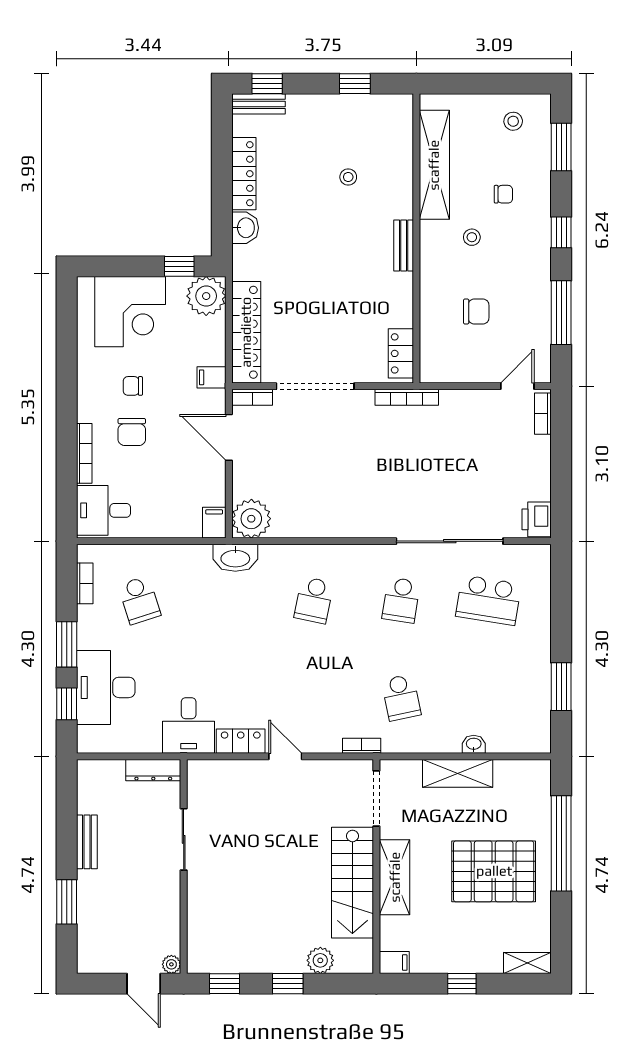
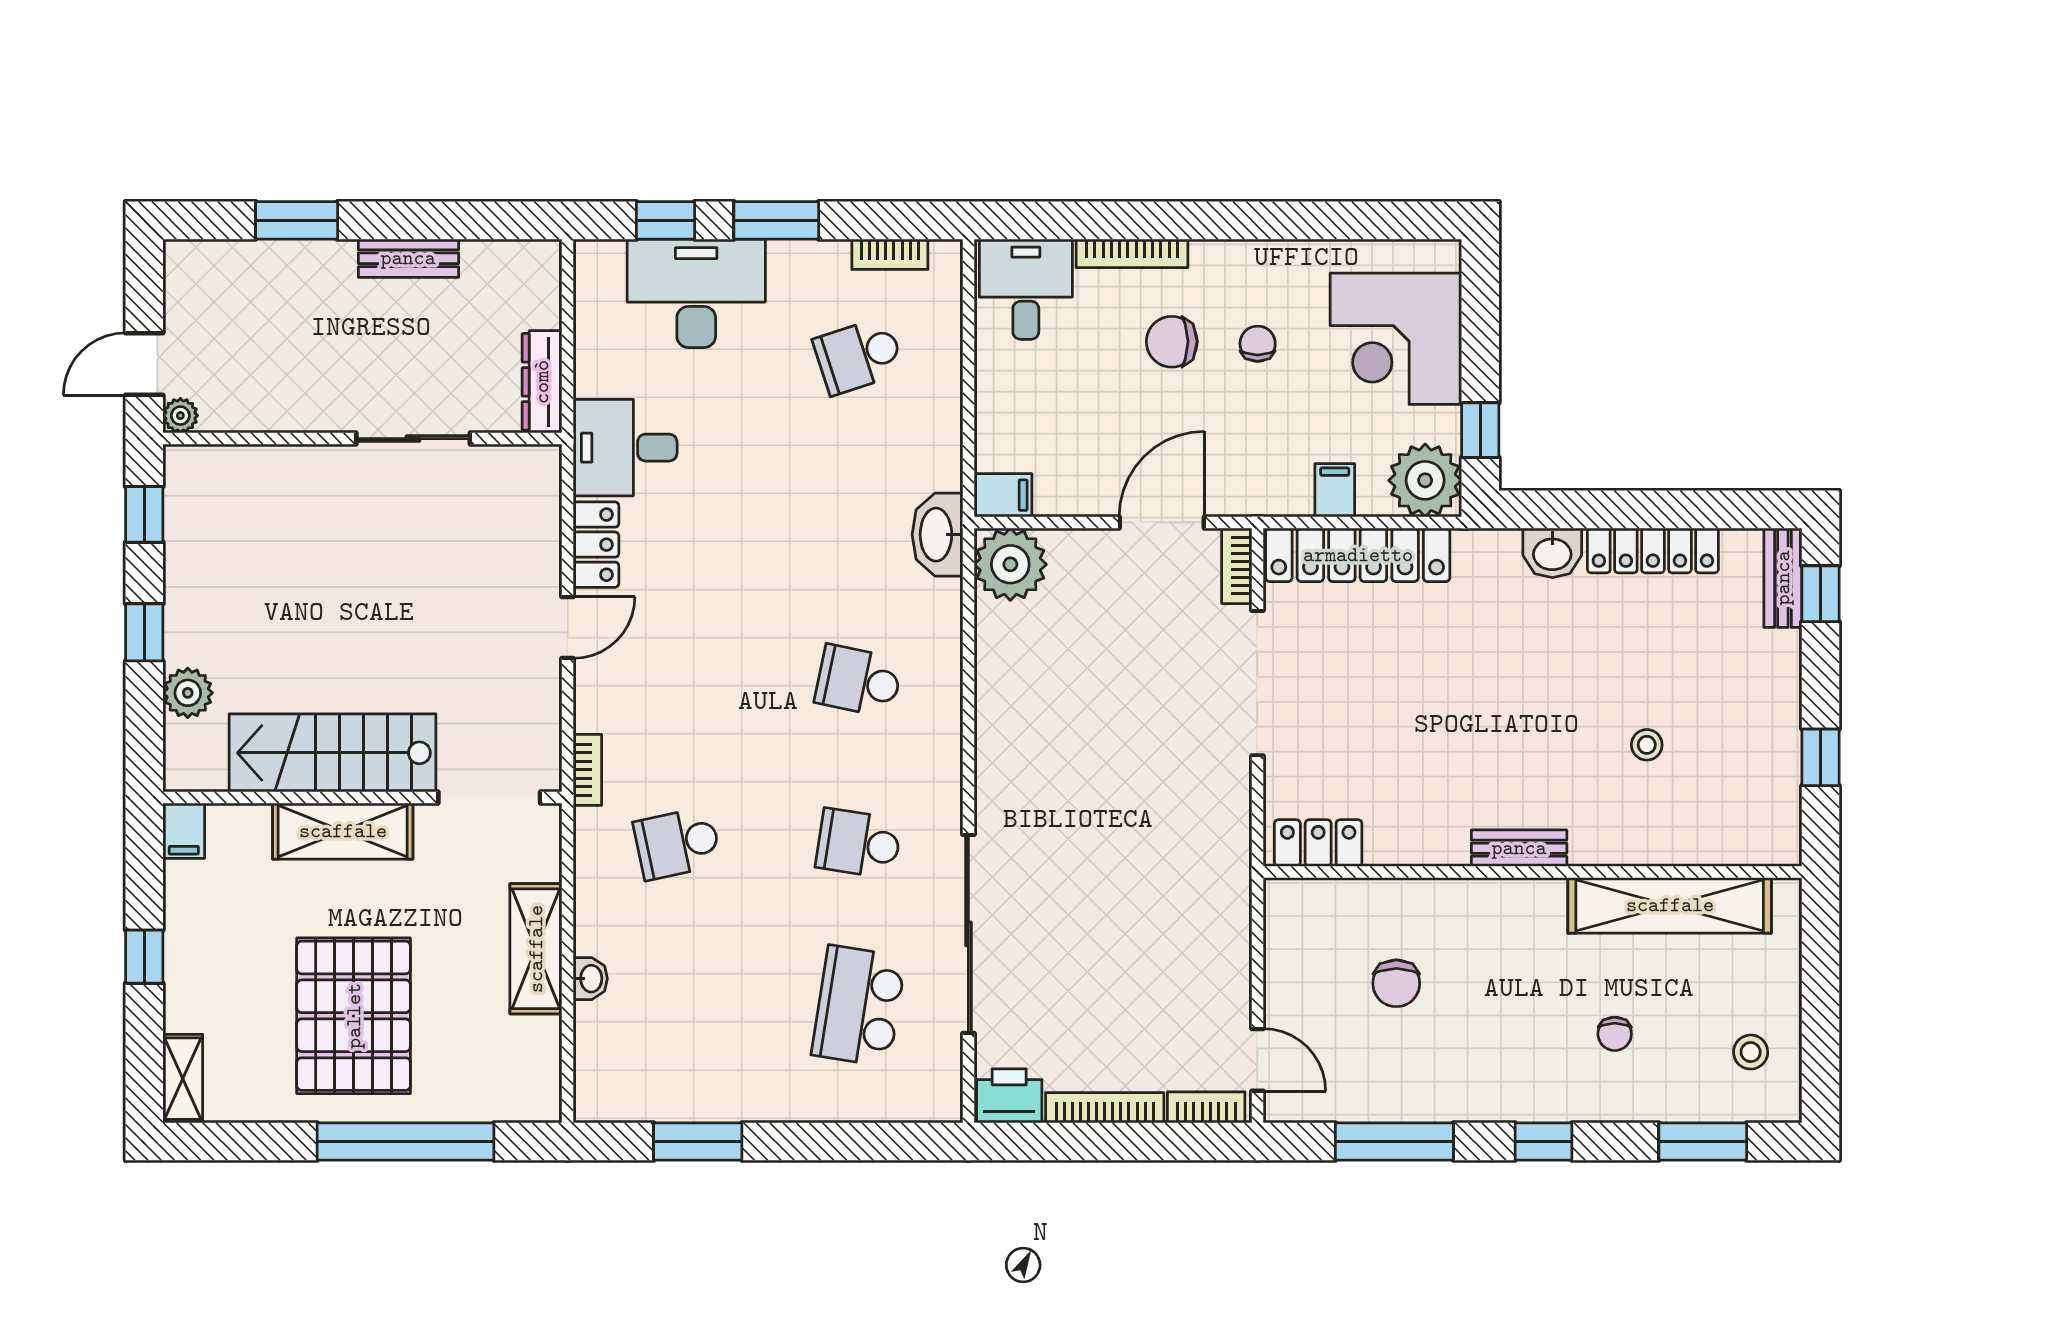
stool: (472, 237) -> (1535, 975), removed
filing cabinet: (211, 377) -> (1335, 490), moved
bookcase: (407, 397) -> (1105, 1108), moved, turned 90

